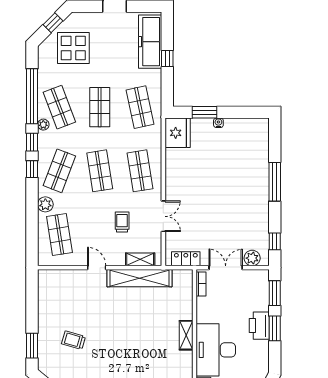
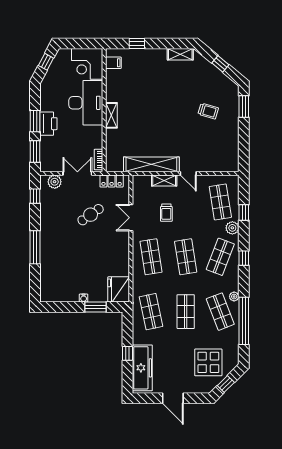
window: (32, 142) -> (244, 213), moved
cafe table: (210, 220) -> (91, 215), added
shelving: (140, 259) -> (164, 181), moved
double door: (226, 268) -> (77, 173), swing flipped

